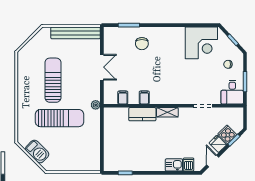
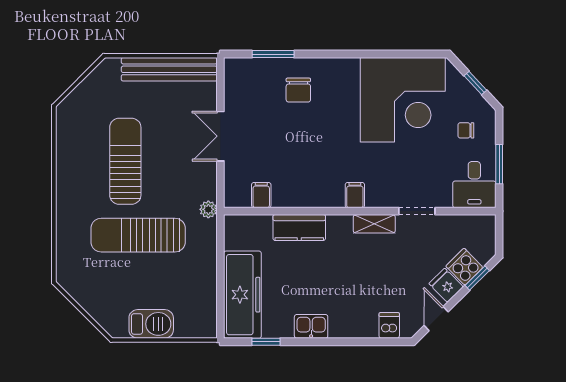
corner desk: (201, 43) -> (403, 100), width x1.36, depth x1.36
double door: (102, 67) -> (220, 136), swing flipped
filing cabinet: (144, 98) -> (355, 195), moved
shelving: (167, 112) -> (374, 224), moved
sun lounger: (60, 118) -> (138, 235), turned 180
freezer: (113, 149) -> (242, 295), added
barbecue: (37, 152) -> (151, 324), moved, turned -45
kitchen sink: (174, 165) -> (311, 326), moved

